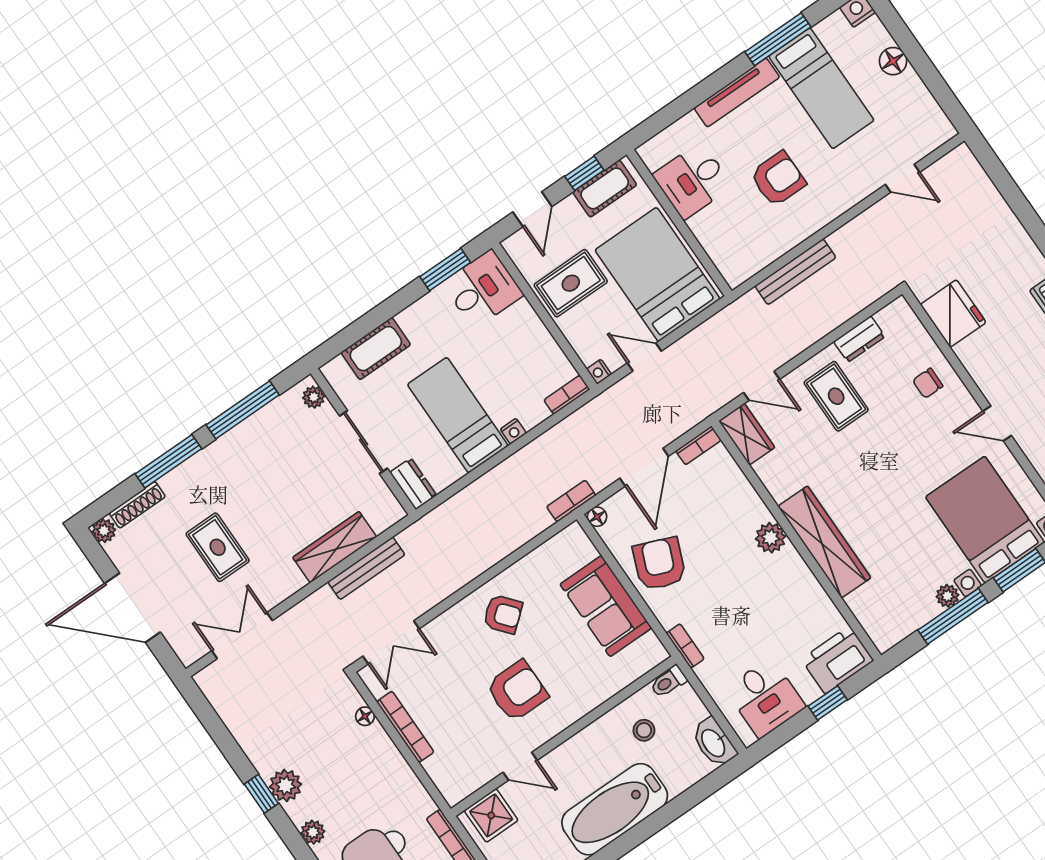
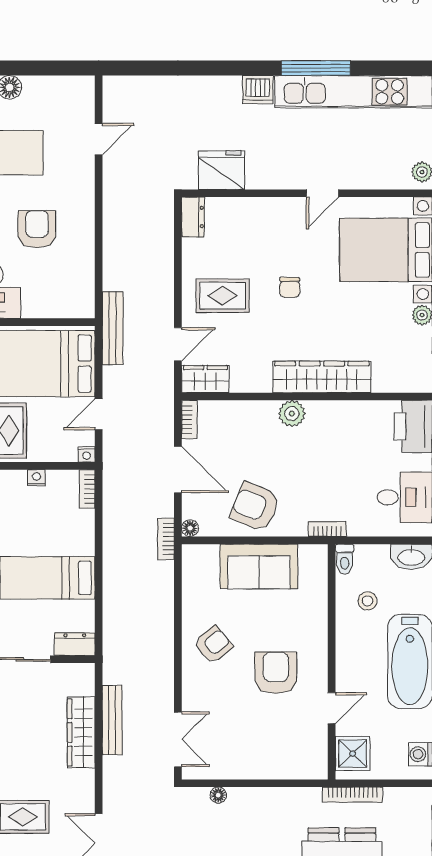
bench: (795, 272) -> (113, 328), moved
dresser: (859, 339) -> (193, 217), moved
chair: (928, 383) -> (290, 287), moved
nightstand: (513, 431) -> (36, 478), moved, turned -90
bookcase: (405, 727) -> (246, 771), removed

